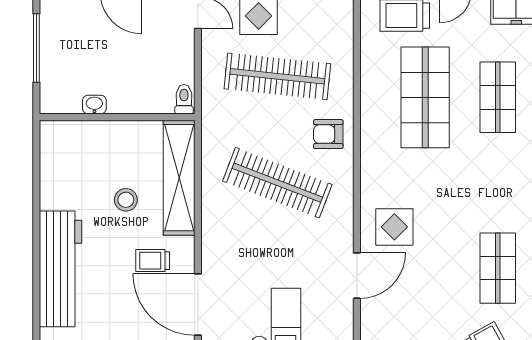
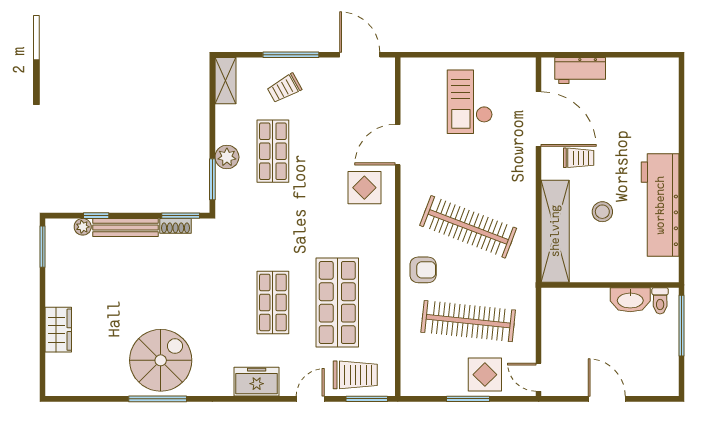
window: (36, 48) -> (682, 326), moved
toilet: (184, 99) -> (660, 301), moved
washbasin: (94, 105) -> (630, 300), width x1.91, depth x1.45
workbench: (61, 269) -> (660, 205), moved

